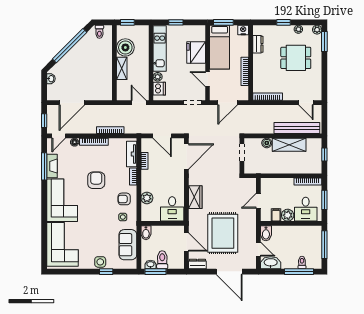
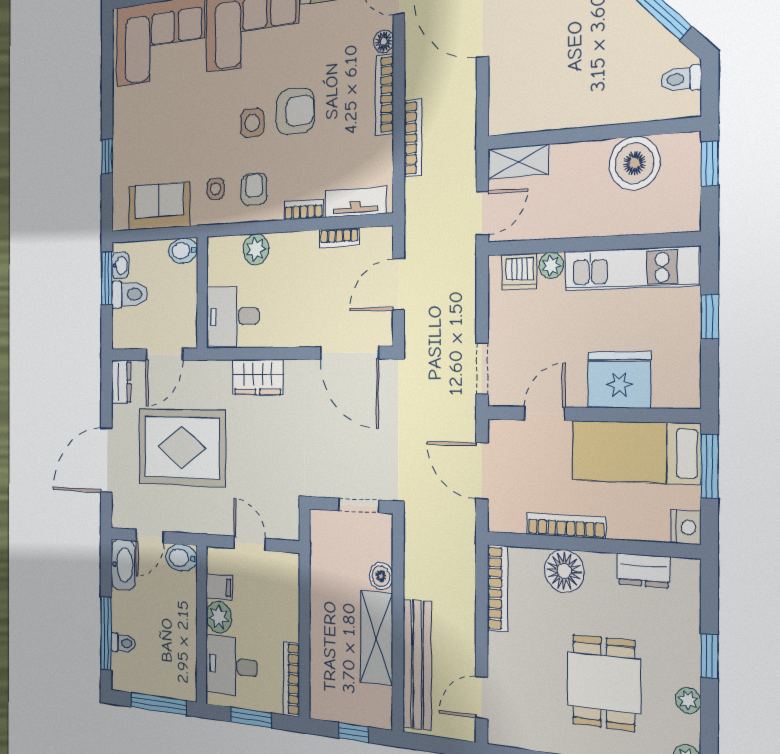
shelving: (122, 68) -> (518, 162), moved
floor lamp: (260, 72) -> (564, 571), added
side table: (100, 262) -> (252, 123), moved

